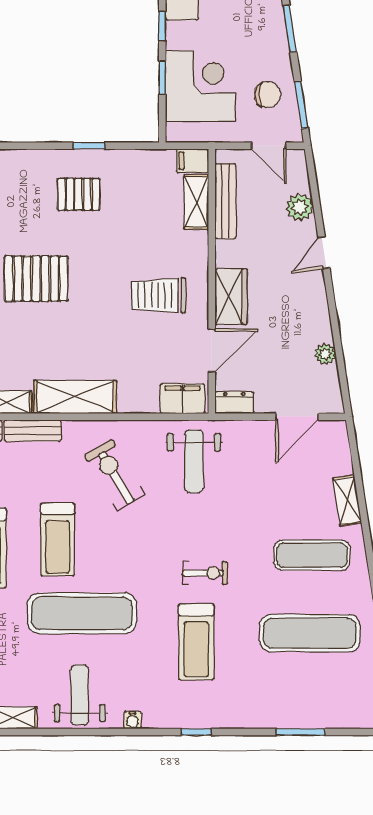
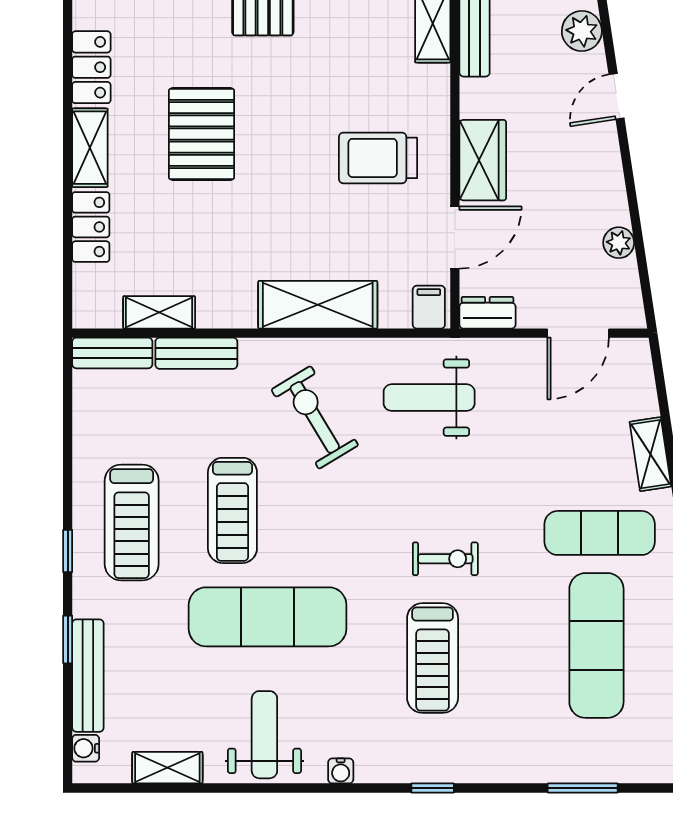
pallet: (36, 279) -> (202, 134), turned 90
shelving: (75, 397) -> (318, 305), moved
filing cabinet: (183, 399) -> (429, 307), width x0.50
weight bench: (194, 461) -> (429, 398), turned 90
exercise mat: (310, 633) -> (596, 645), turned 90

